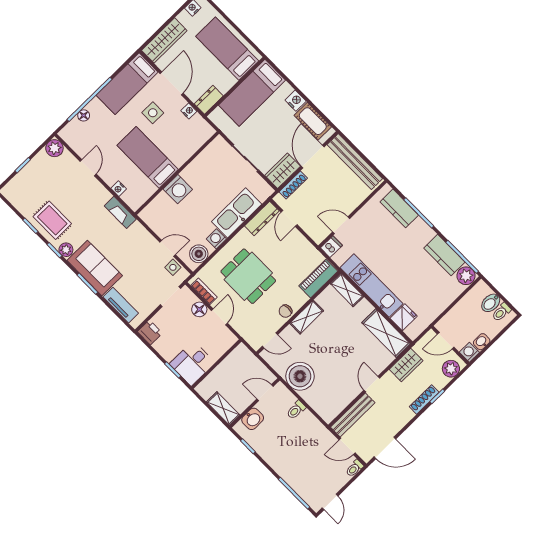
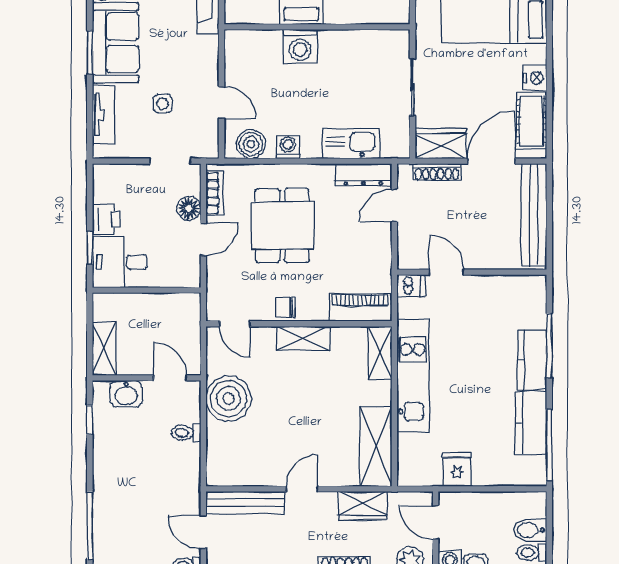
kitchen counter: (399, 208) -> (532, 360), moved
kitchen sink: (237, 213) -> (351, 144), width x0.73, depth x0.81
side table: (173, 267) -> (163, 103), moved
plant: (466, 276) -> (532, 471), removed
fridge: (404, 317) -> (457, 469), moved, turned -90
printer: (150, 332) -> (106, 219), moved

